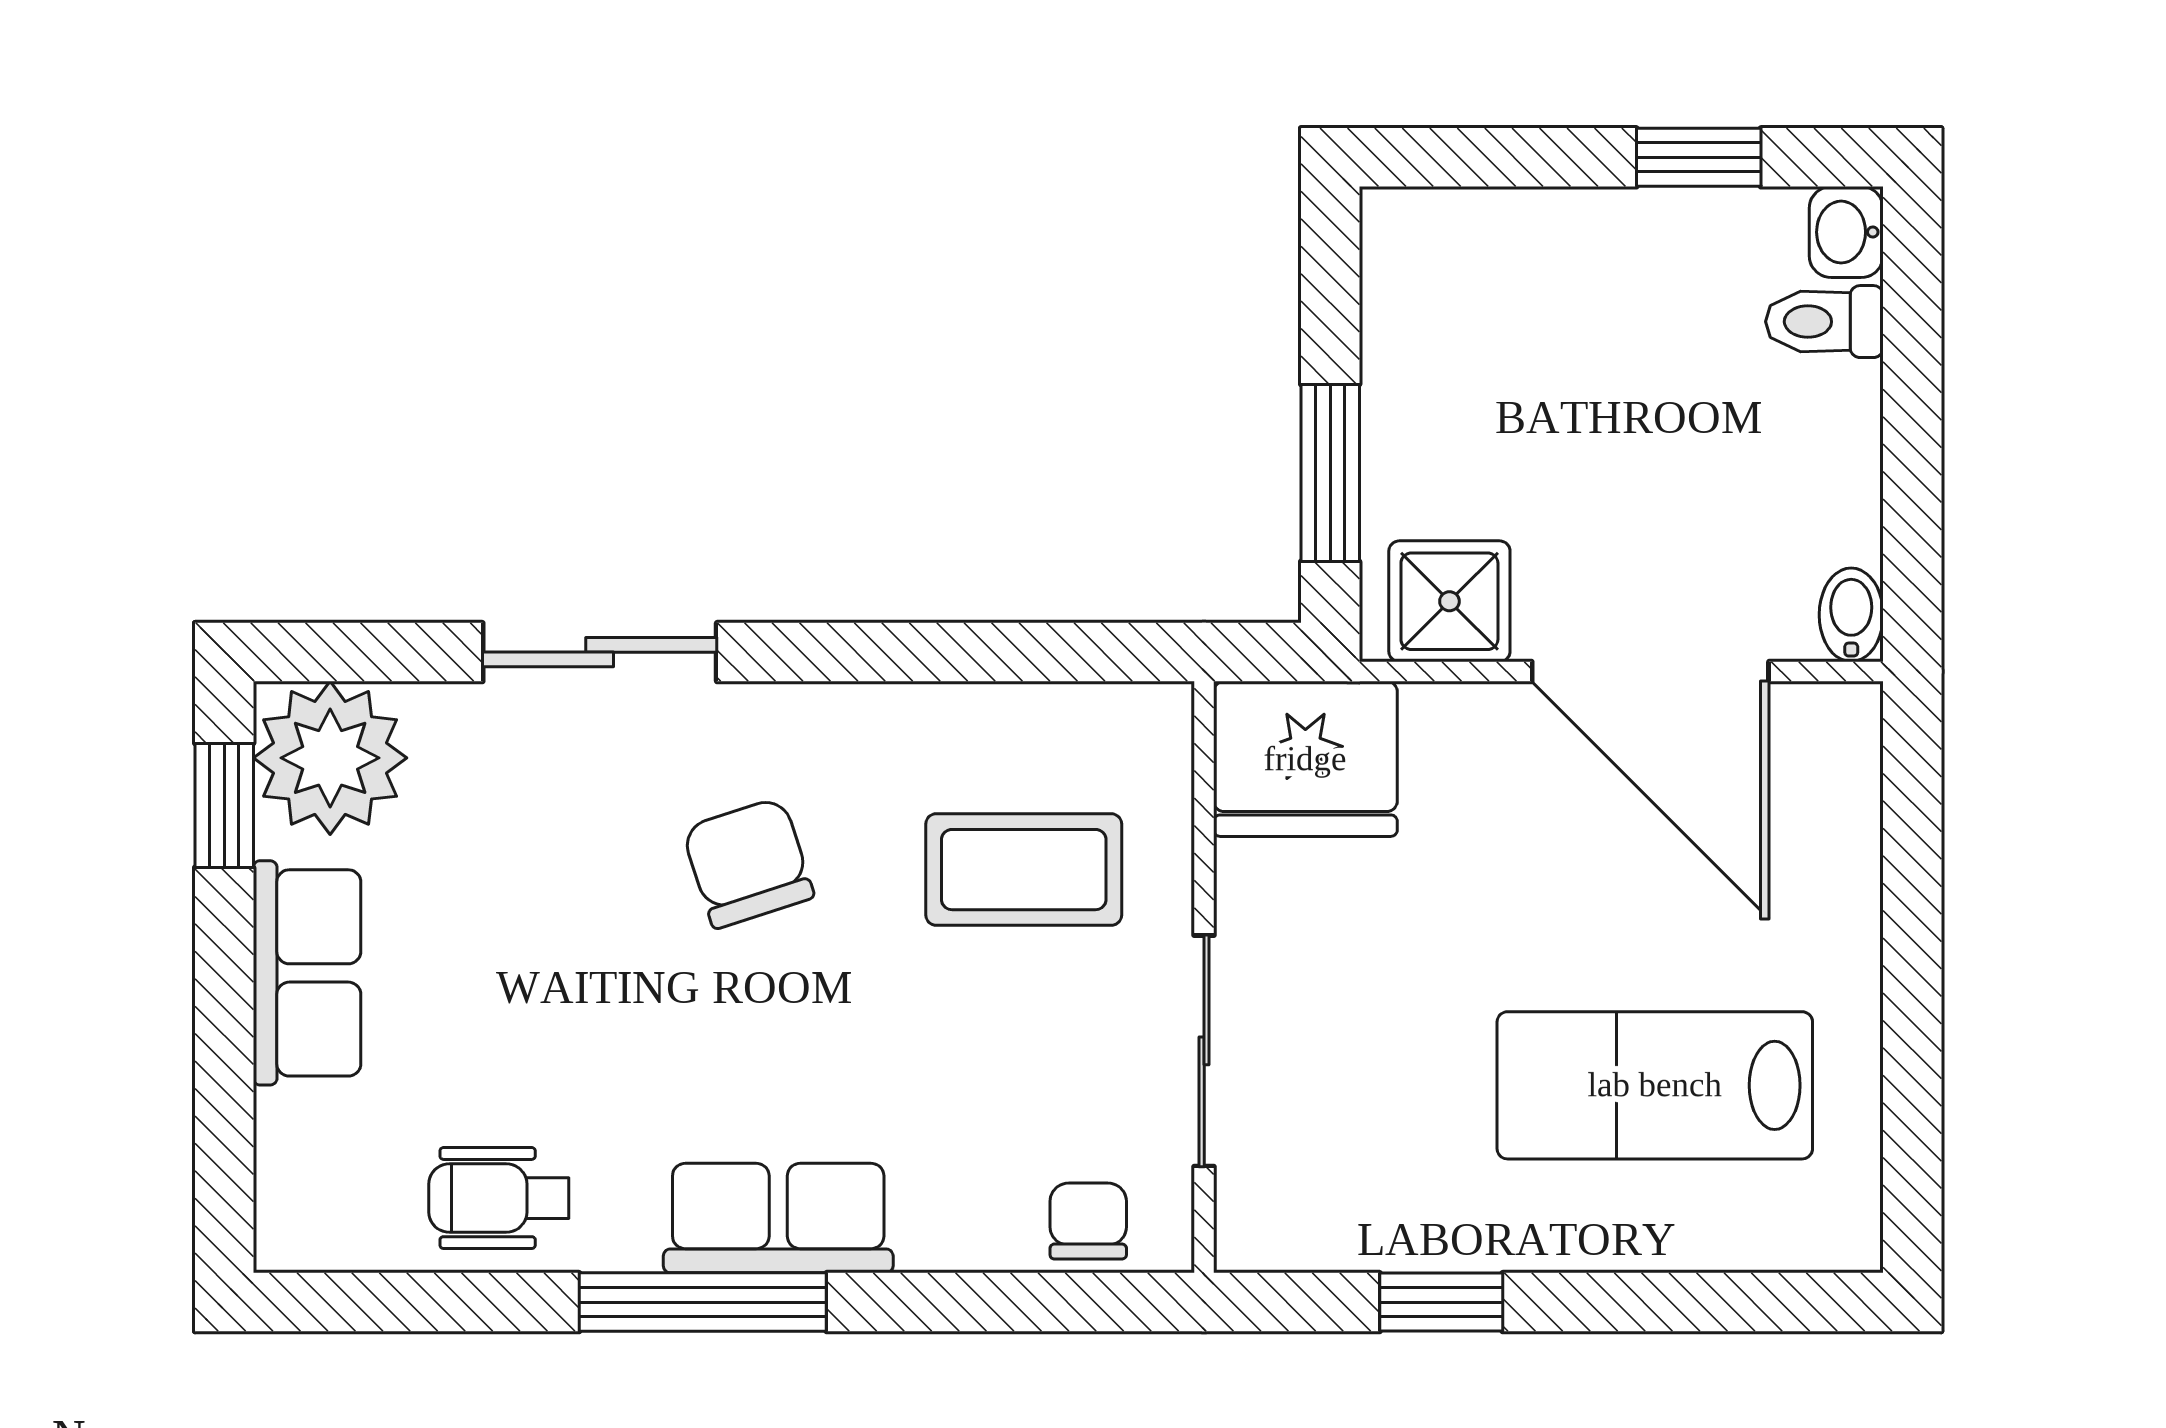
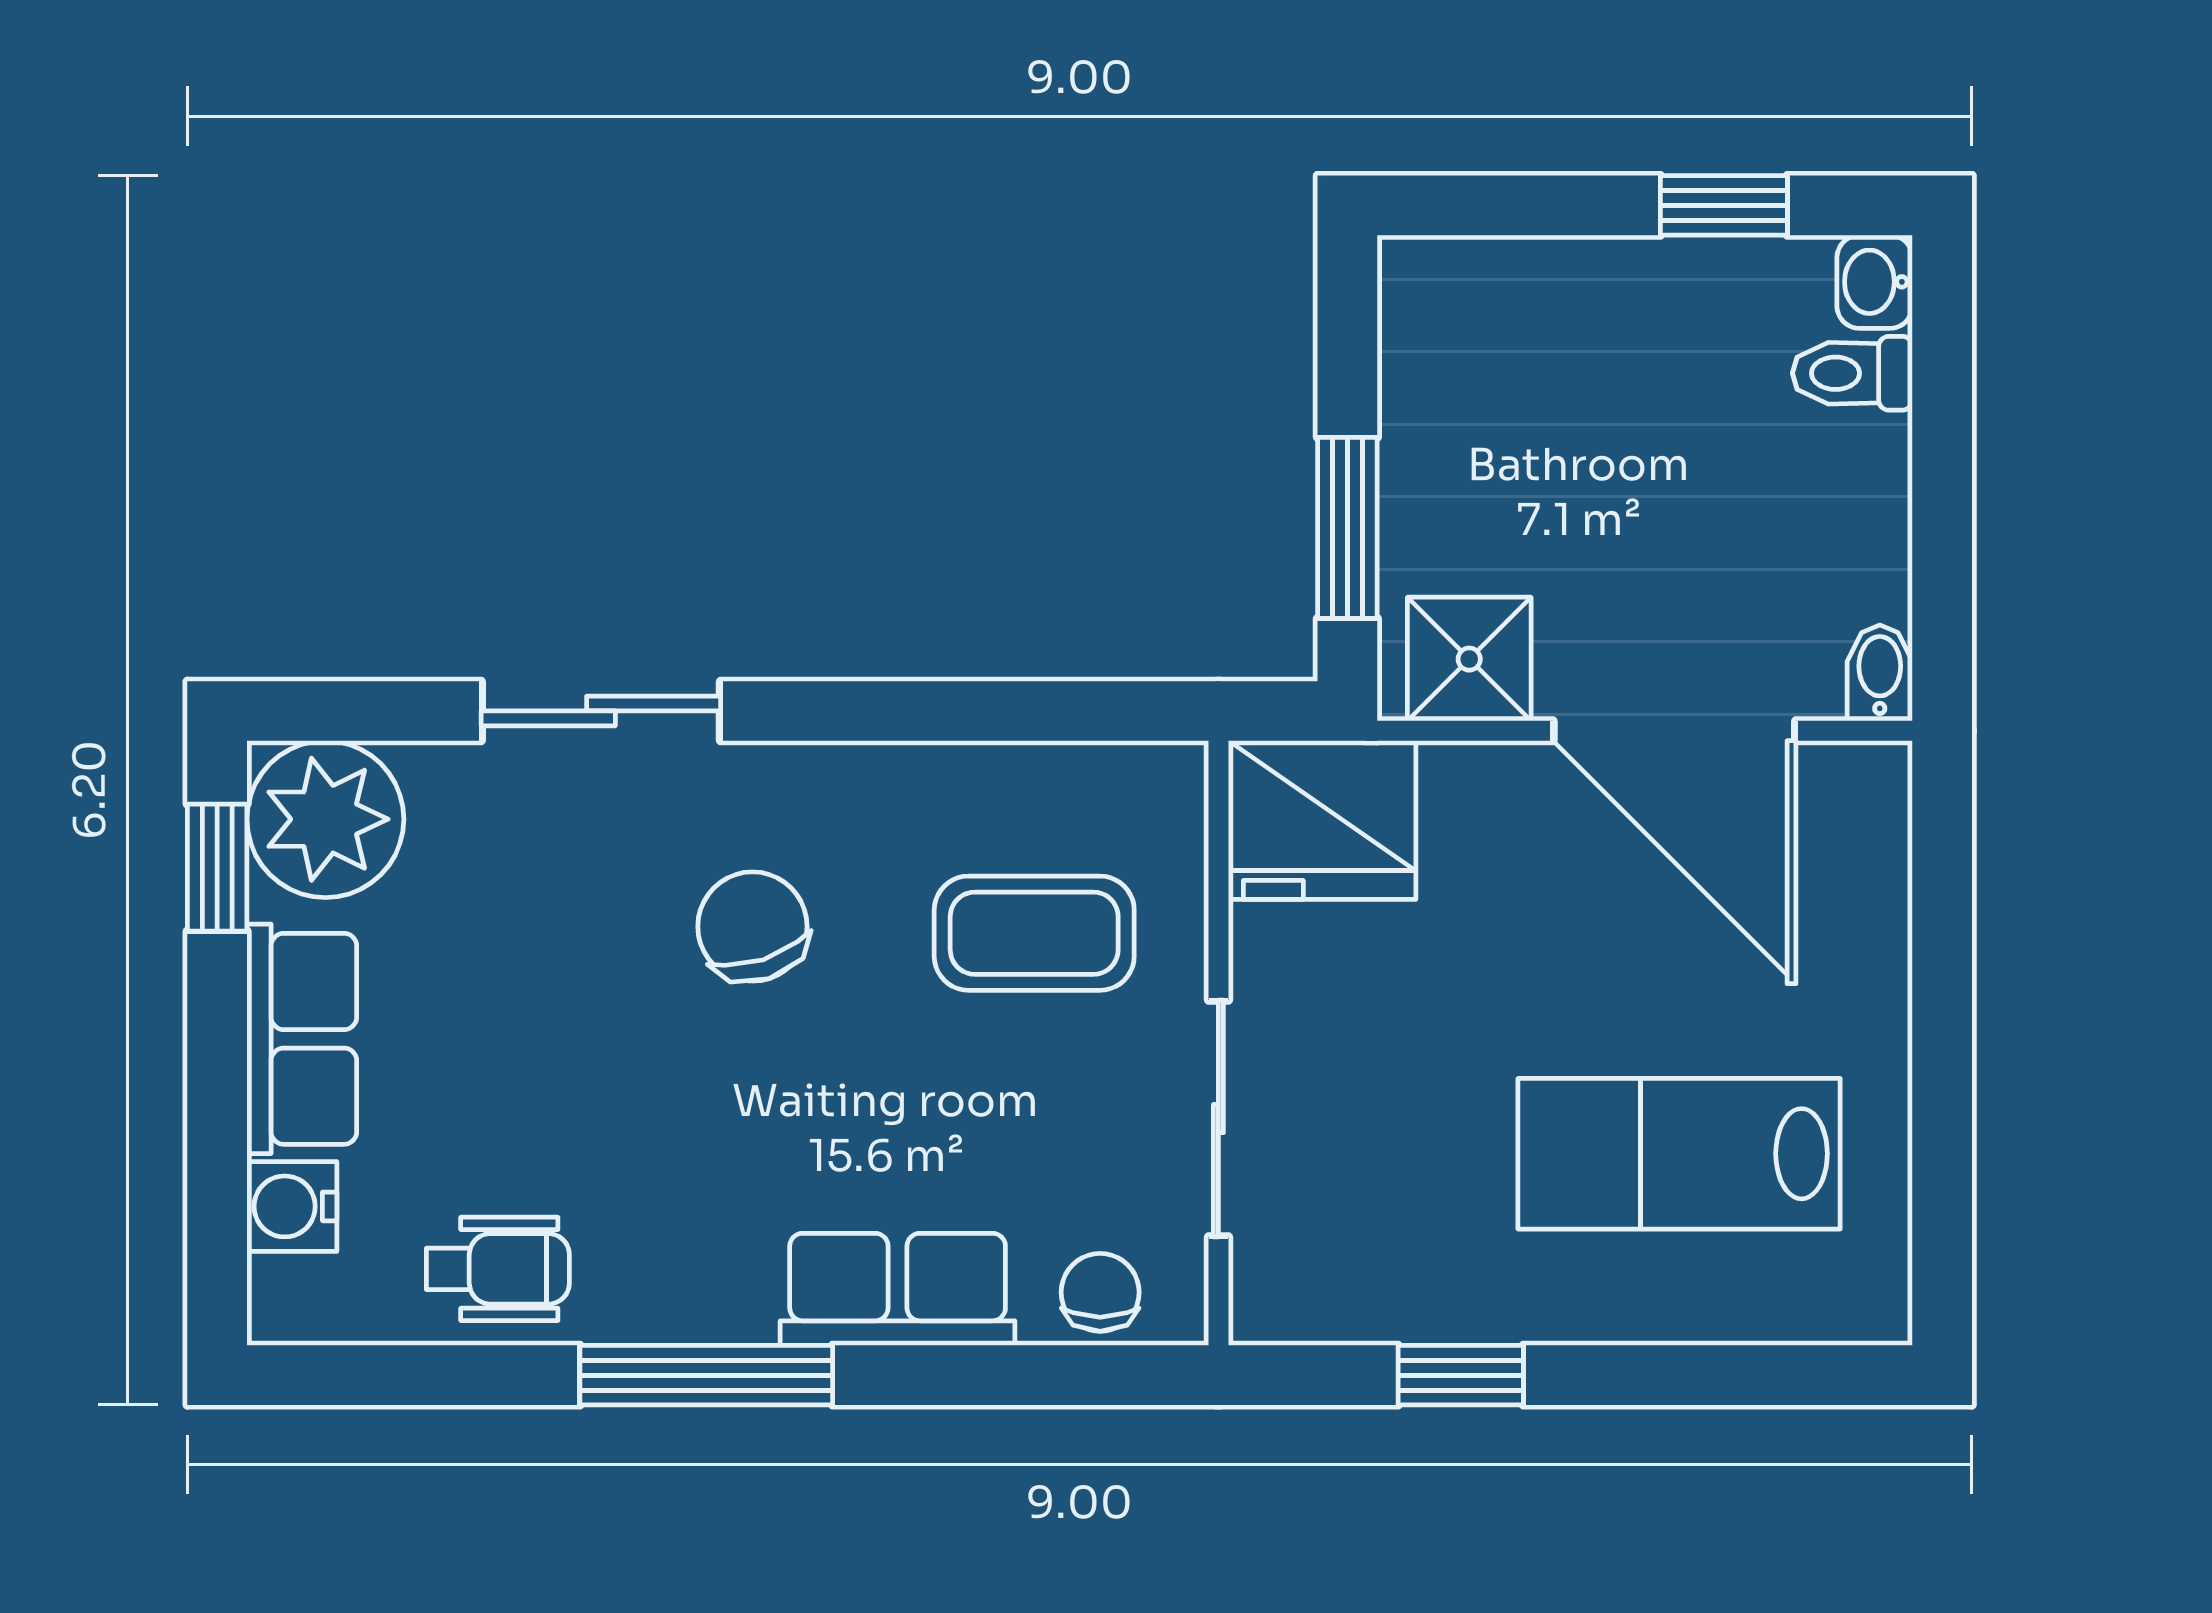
water cooler: (297, 1137) -> (292, 1206), added
wheelchair: (499, 1198) -> (498, 1269), turned 180
row of seats: (778, 1218) -> (898, 1289), moved

